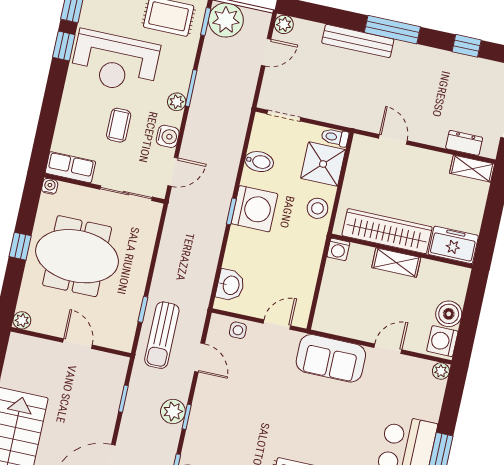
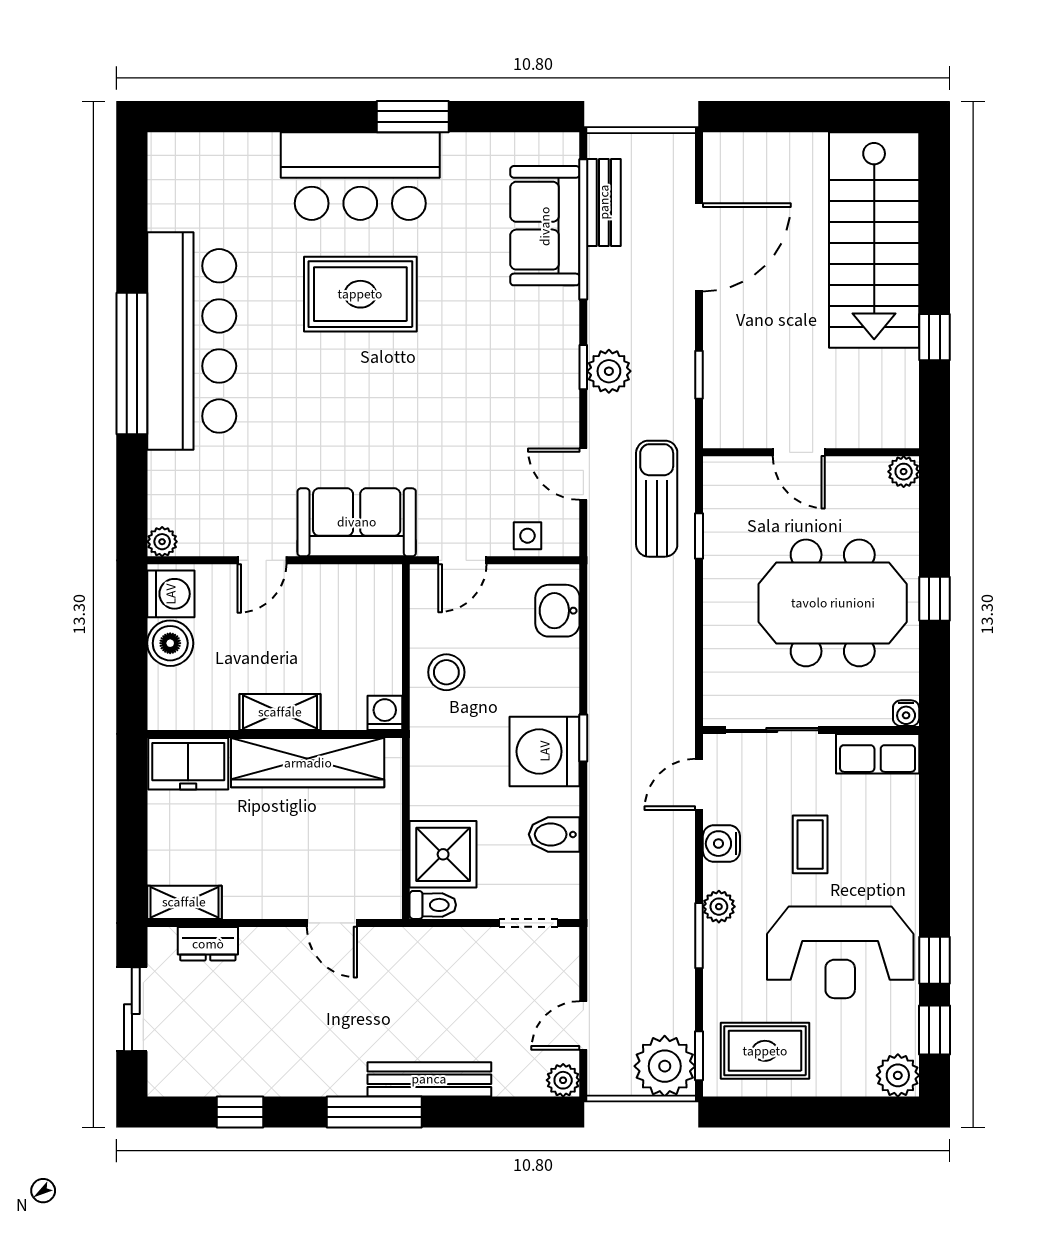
reception desk: (115, 62) -> (840, 952), turned 180
stool: (317, 208) -> (446, 672), moved

